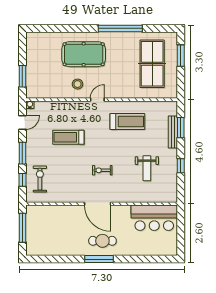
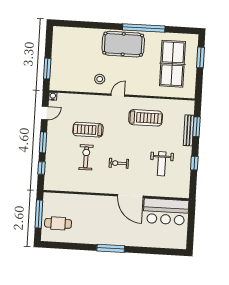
pool table: (84, 54) -> (123, 44), moved
exercise bike: (40, 179) -> (86, 157), moved
door: (98, 204) -> (130, 196), moved
cafe table: (102, 241) -> (58, 223), moved

